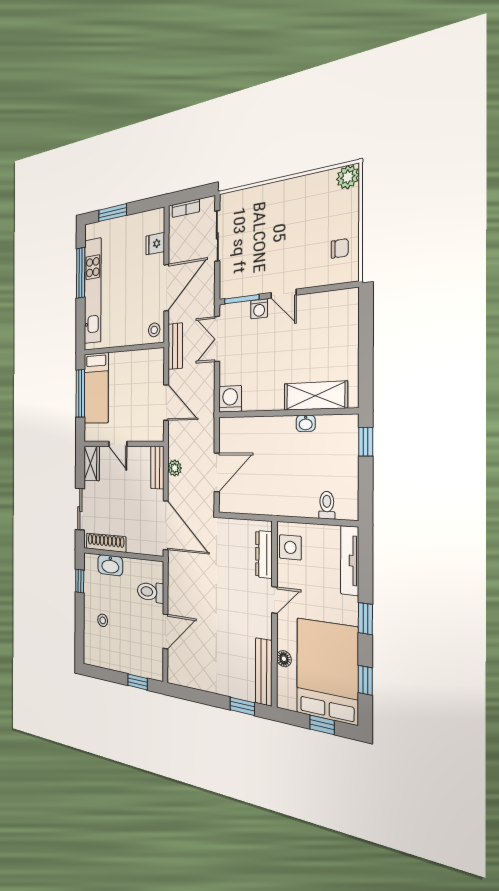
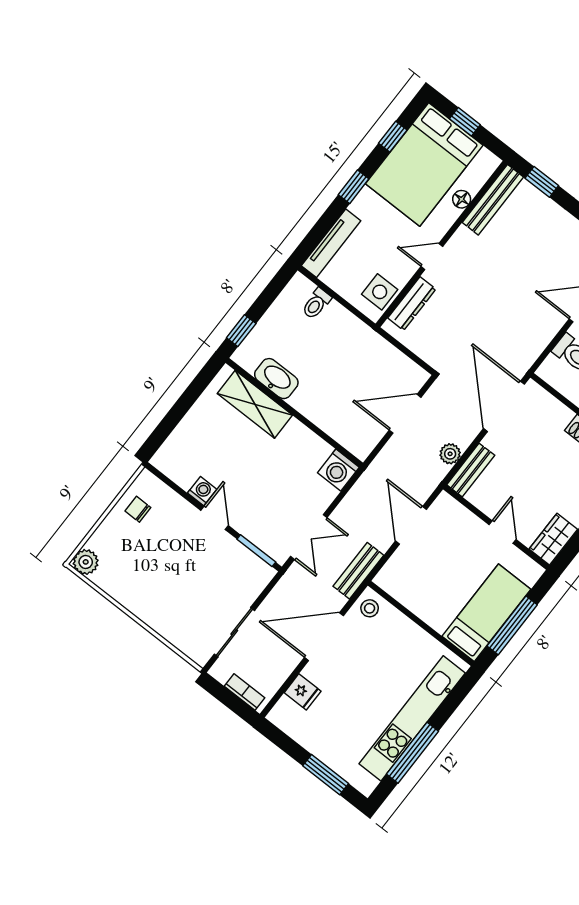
washing machine: (259, 309) -> (202, 491), moved
washbasin: (306, 423) -> (276, 379), width x1.91, depth x1.45

